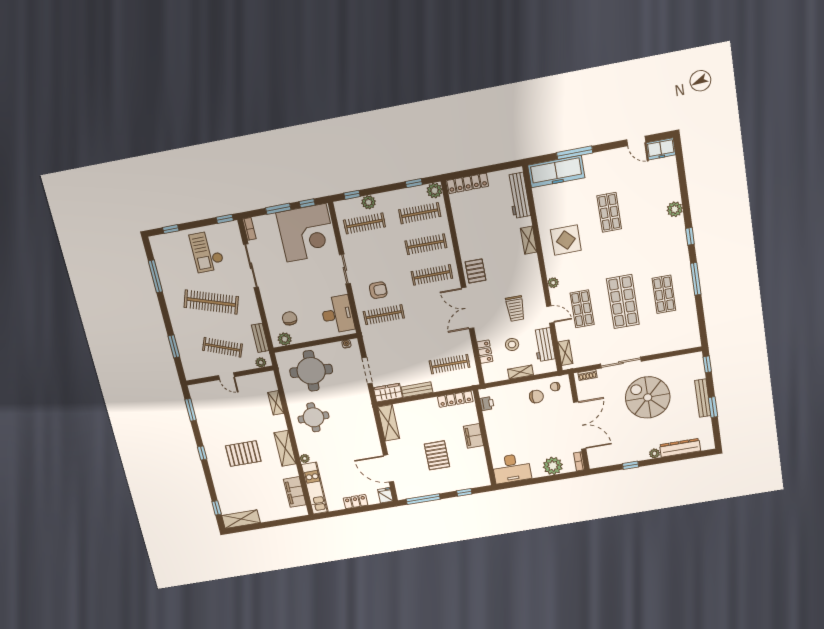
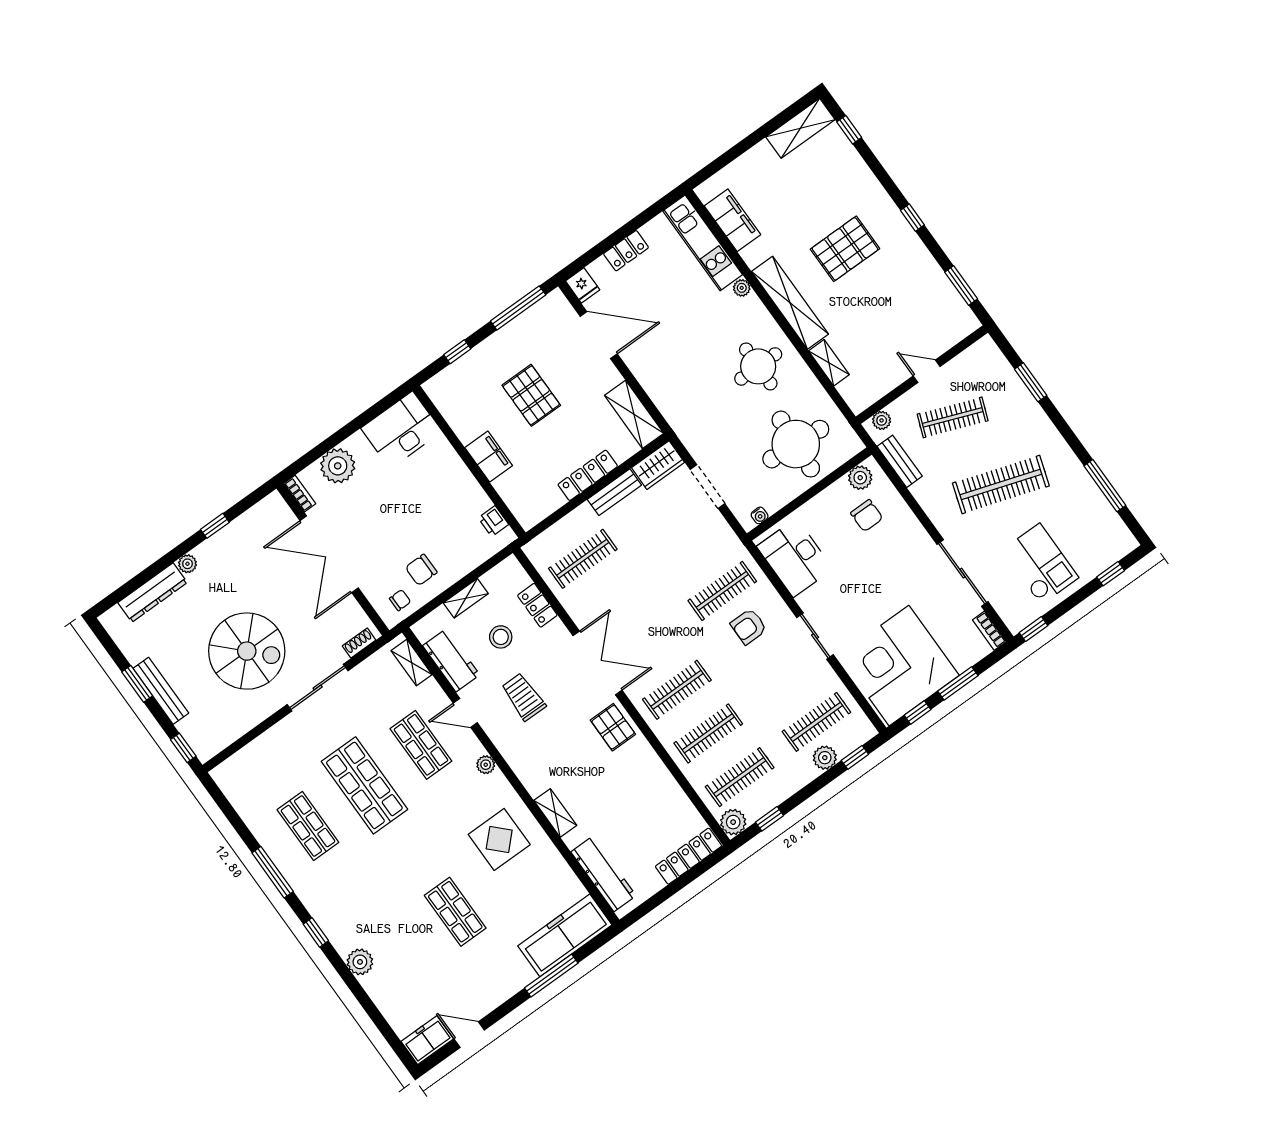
locker: (455, 399) -> (588, 475), moved
shelving: (285, 448) -> (790, 303), width x1.47

